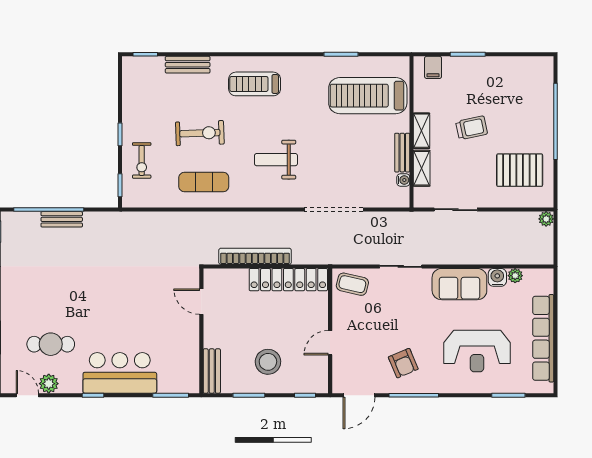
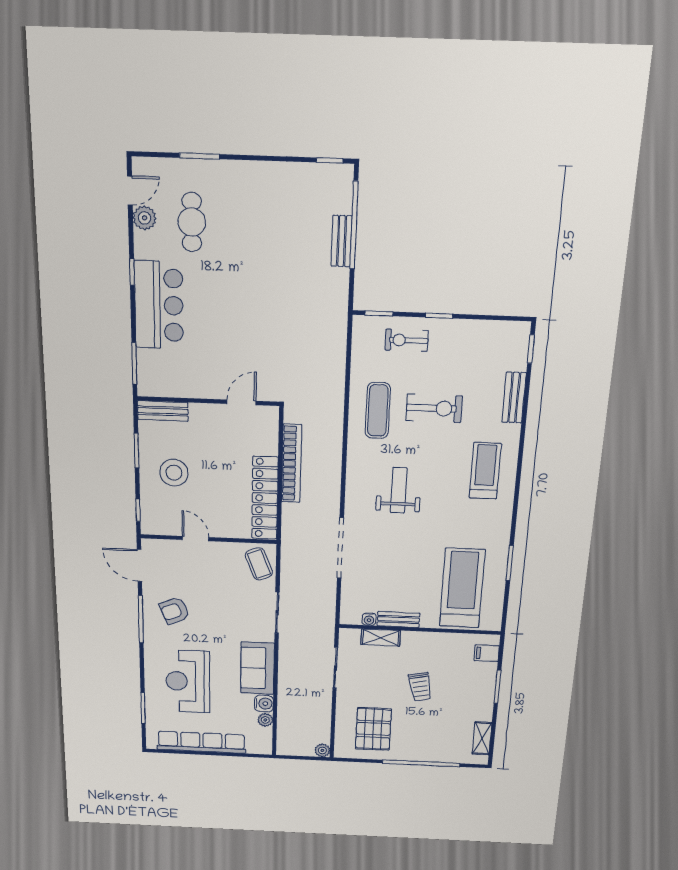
shelving: (422, 131) -> (482, 738), moved, turned 90
exercise bike: (200, 133) -> (434, 408), turned -88
coffee table: (352, 284) -> (259, 564), turned -35

